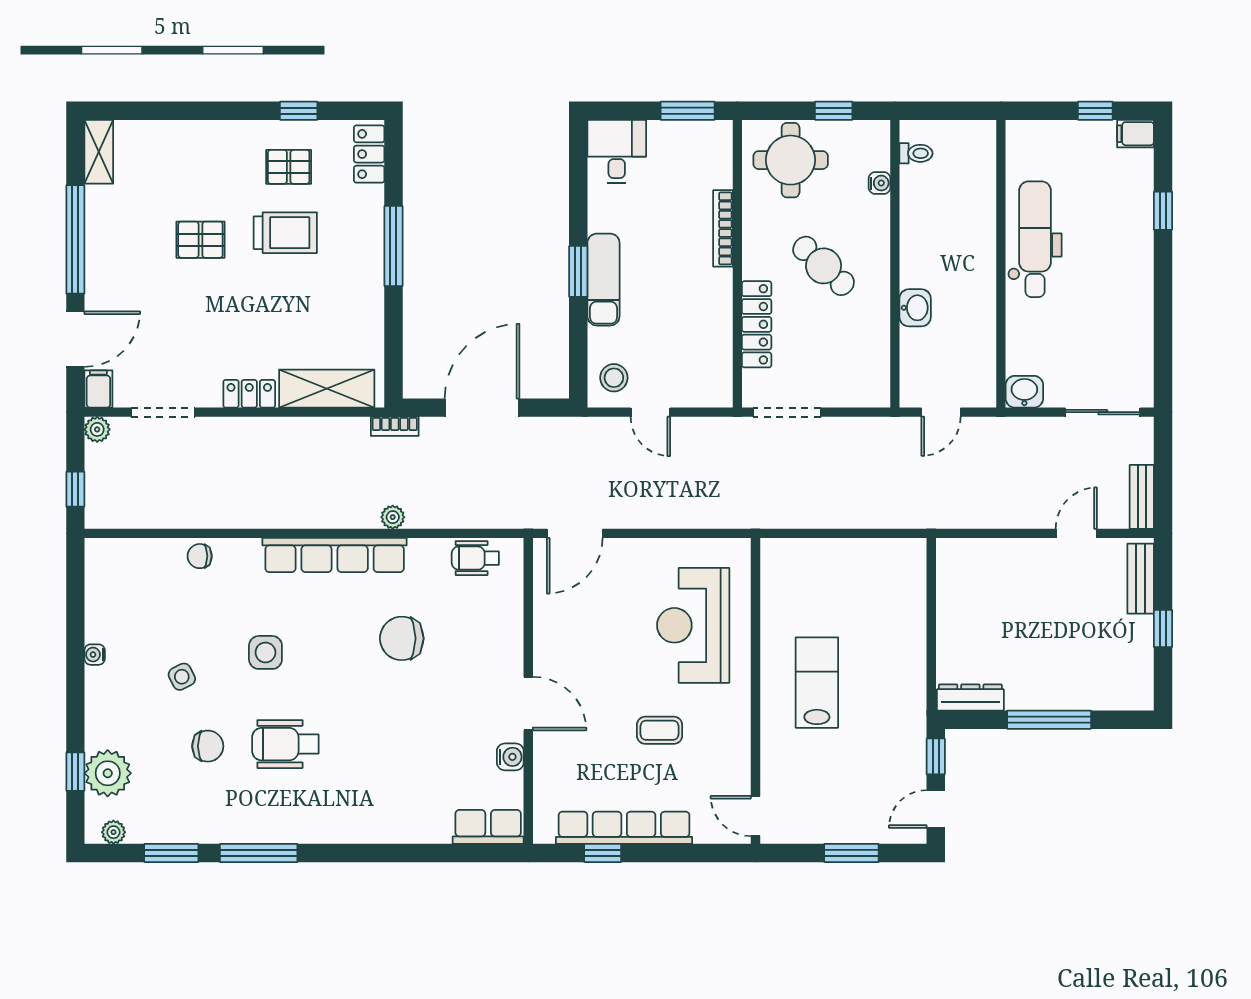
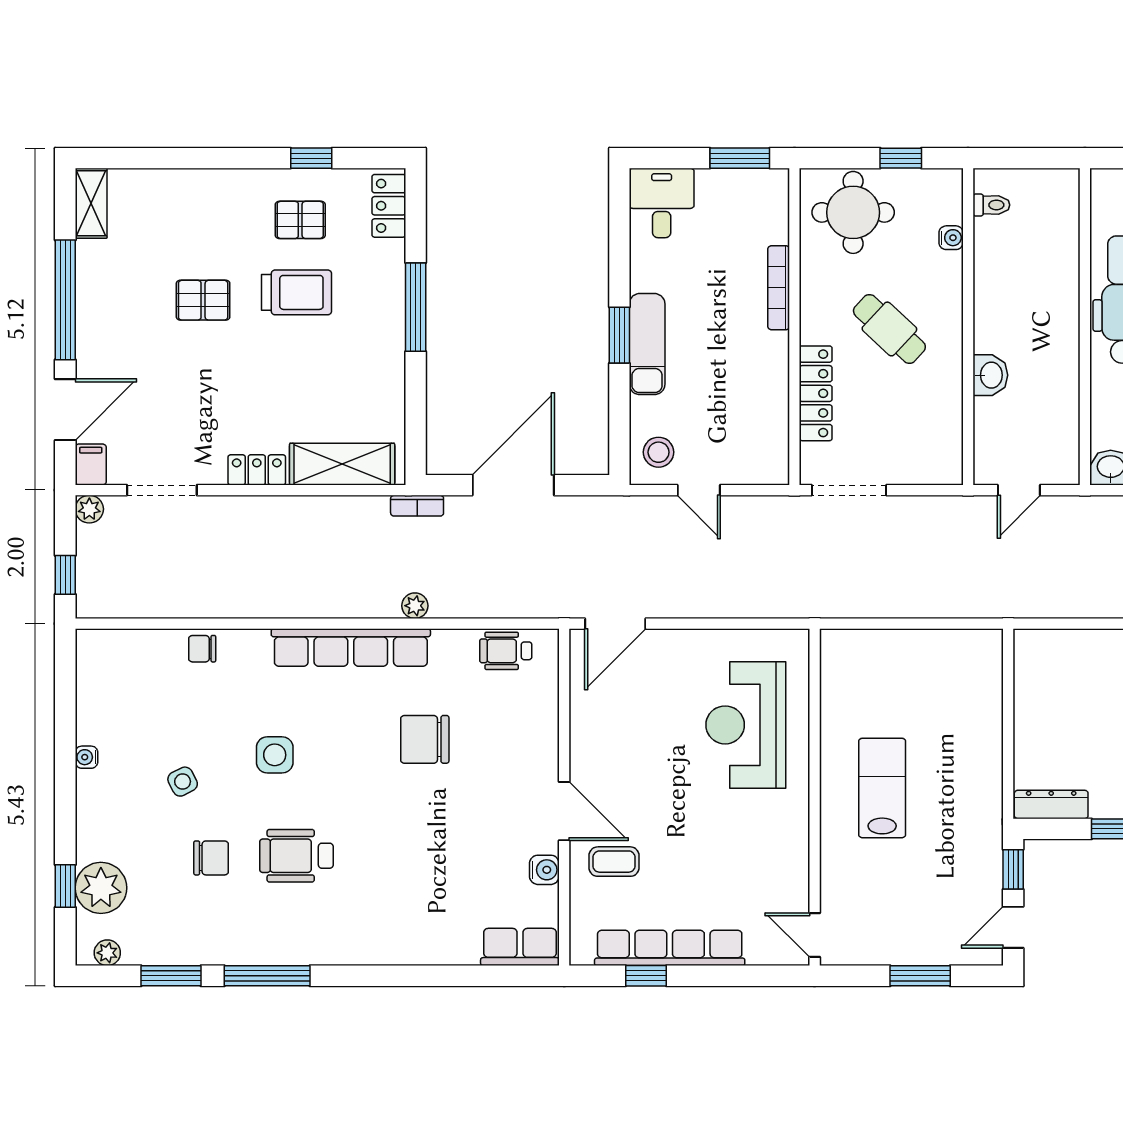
coffee table: (660, 730) -> (614, 862), moved

